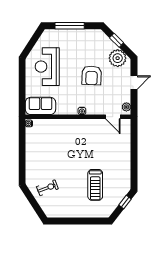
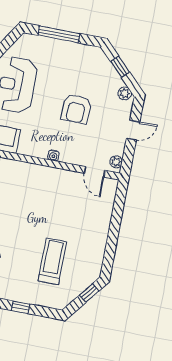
plant: (118, 58) -> (125, 93), width x0.53, depth x0.53
treadmill: (95, 185) -> (52, 261), turned 180
window: (79, 221) -> (21, 307), added

